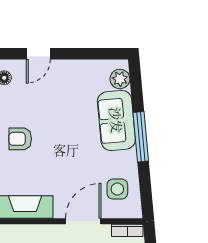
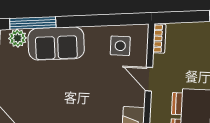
window: (141, 137) -> (33, 23), moved
door: (83, 221) -> (149, 79), width x0.73

